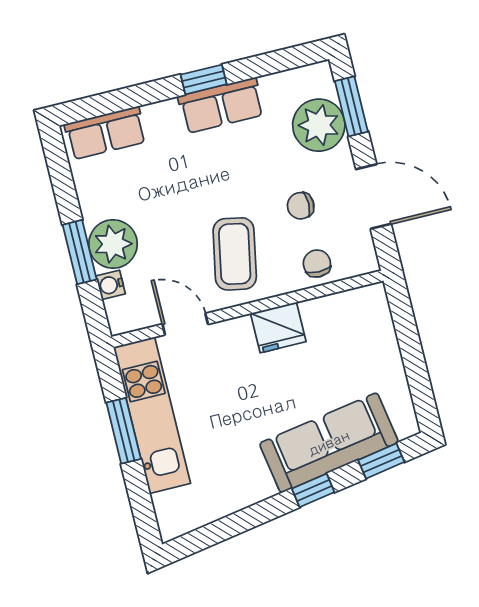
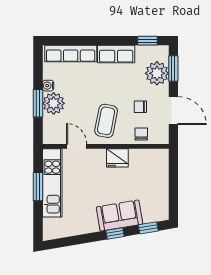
window: (204, 79) -> (147, 41), moved
row of seats: (106, 133) -> (71, 54), width x1.48
water cooler: (111, 285) -> (48, 86), moved
sofa: (329, 443) -> (120, 216), width x0.73

